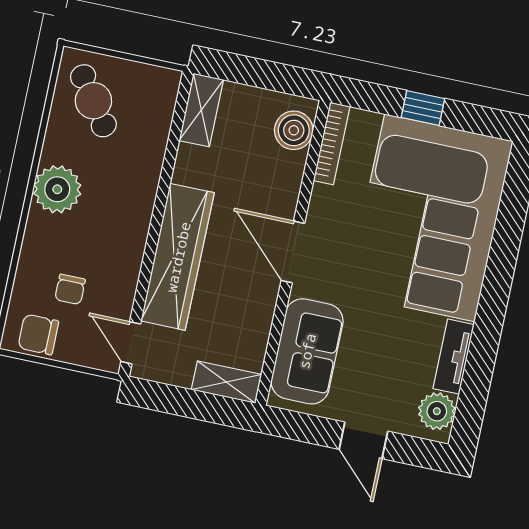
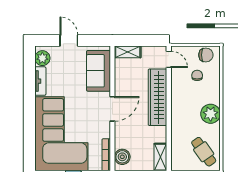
door: (293, 252) -> (112, 109), hinge flipped

